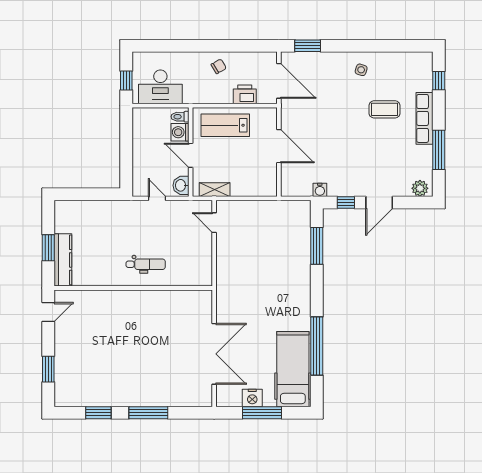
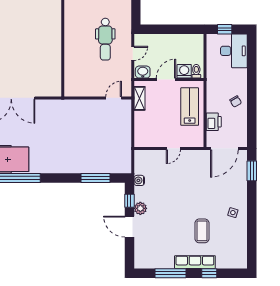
window: (439, 81) -> (209, 273), moved
desk: (160, 87) -> (234, 51), moved, turned 180
door: (279, 146) -> (173, 148), width x0.53
plant: (420, 188) -> (140, 208), moved
dental chair: (146, 264) -> (105, 39), moved, width x1.36, depth x1.38

